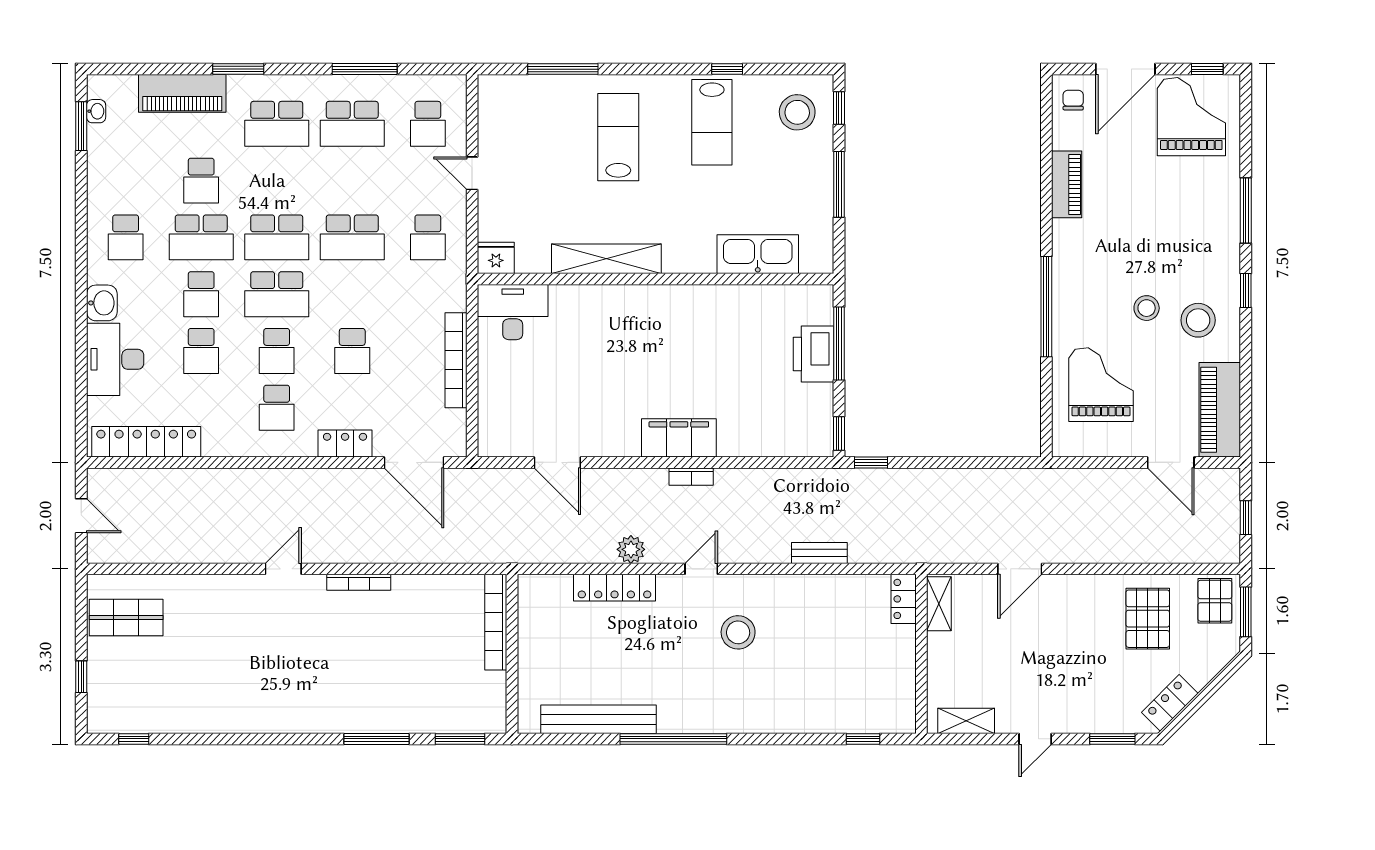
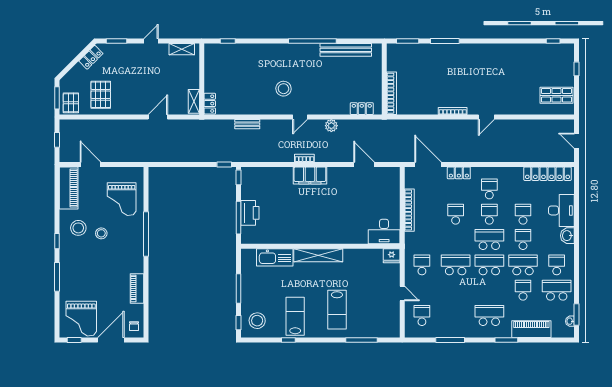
school desk: (352, 124) -> (557, 290), moved
shelving: (606, 259) -> (318, 255), moved
locker: (615, 588) -> (362, 109), moved, width x0.66

